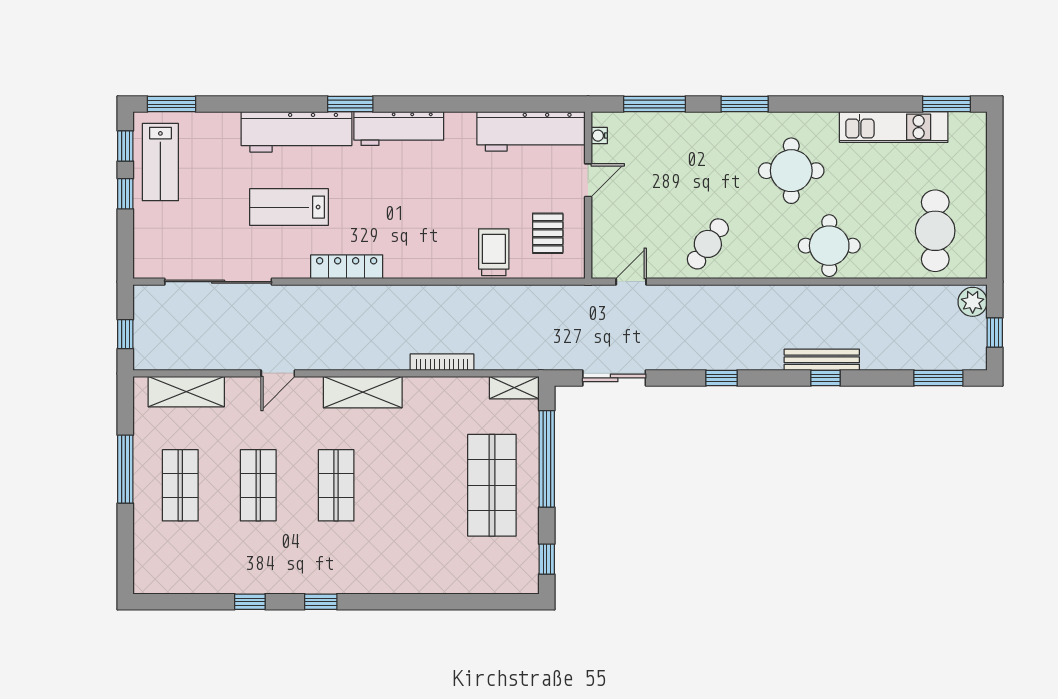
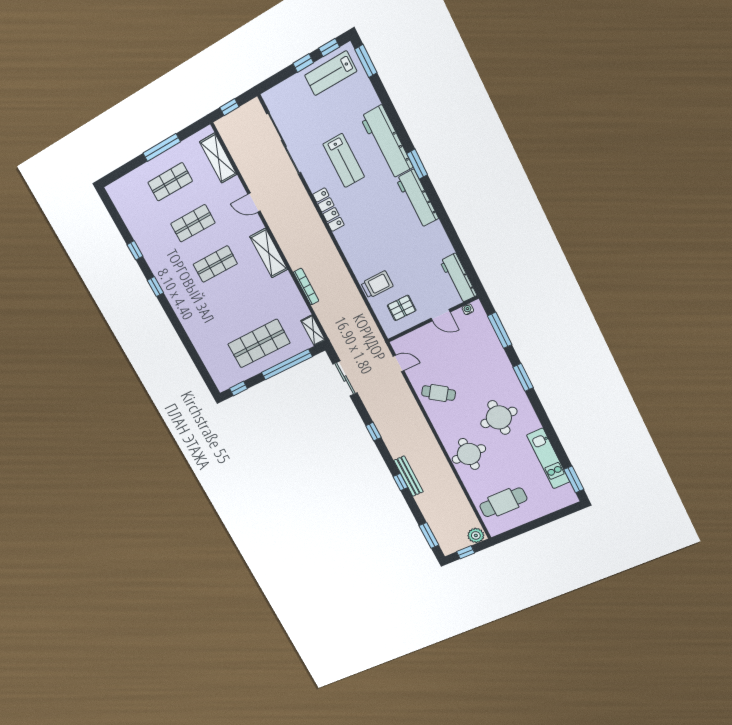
workbench: (531, 131) -> (458, 278), width x0.73, depth x0.76
lab bench: (289, 207) -> (344, 161), turned 180

